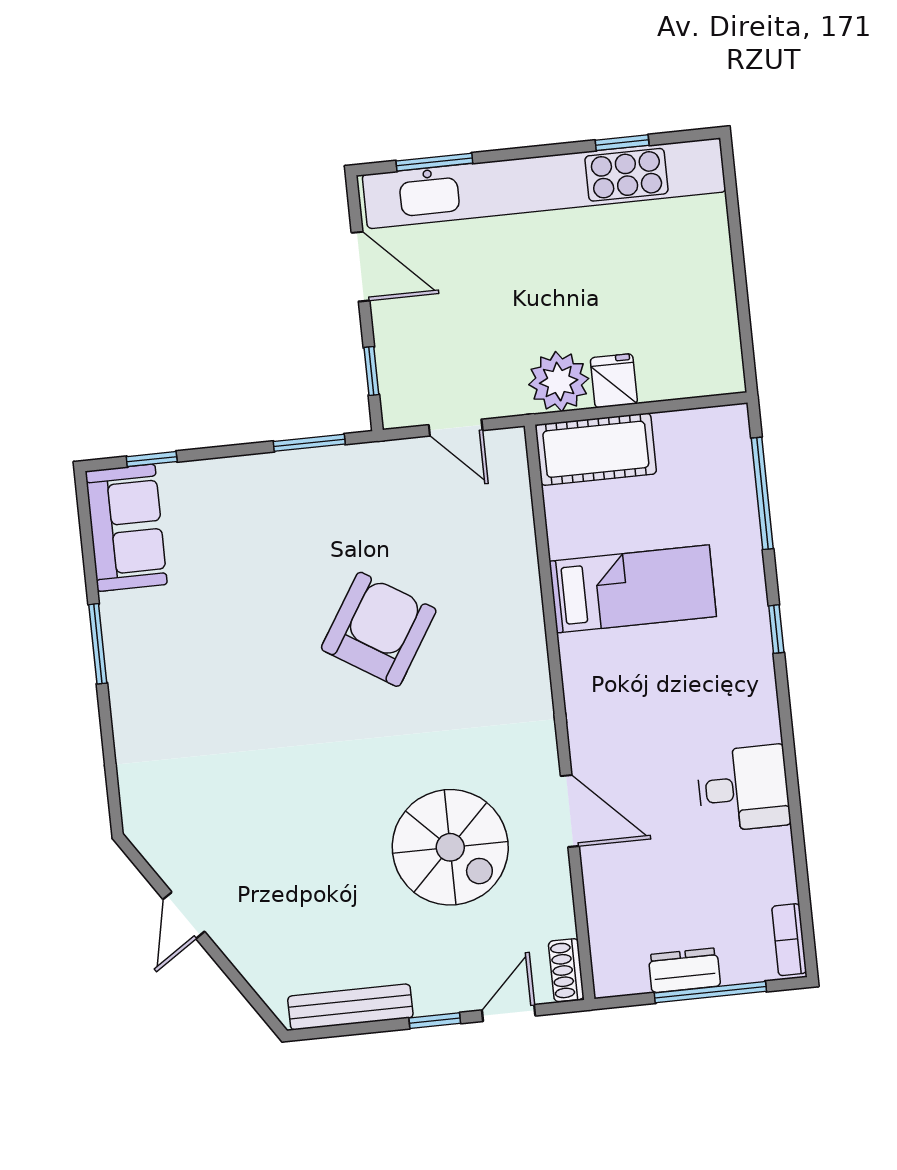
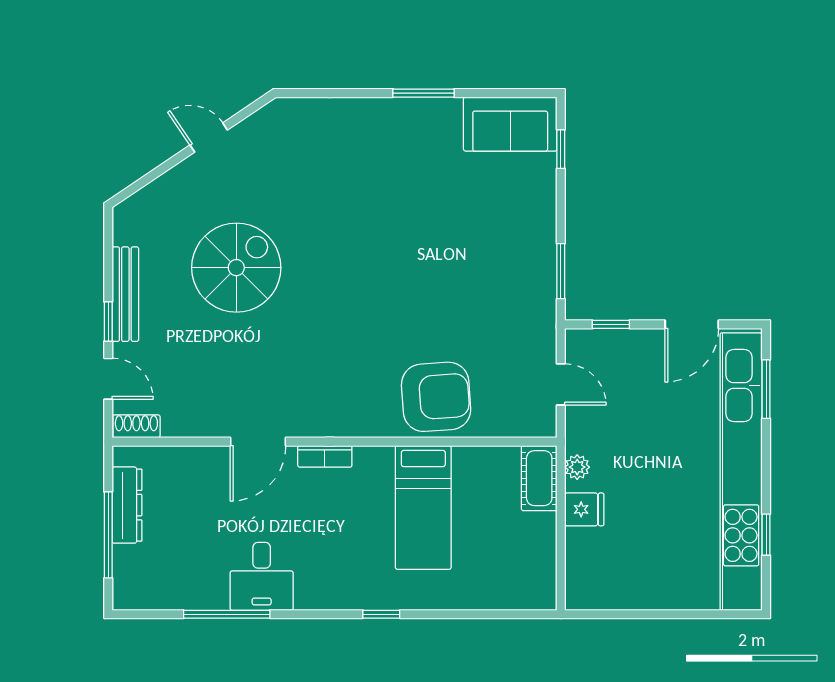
plant: (559, 381) -> (577, 467), width x0.53, depth x0.53
door: (456, 428) -> (561, 384), swing flipped
cot: (596, 449) -> (539, 478), width x0.73, depth x0.75
window: (762, 493) -> (227, 614), moved
armchair: (379, 629) -> (436, 397), moved, turned -36
spiral stairs: (450, 847) -> (236, 268), moved, turned 180
bookcase: (789, 940) -> (325, 456), moved, turned 180
dresser: (684, 970) -> (127, 505), width x1.44
bench: (350, 1007) -> (125, 294), moved

